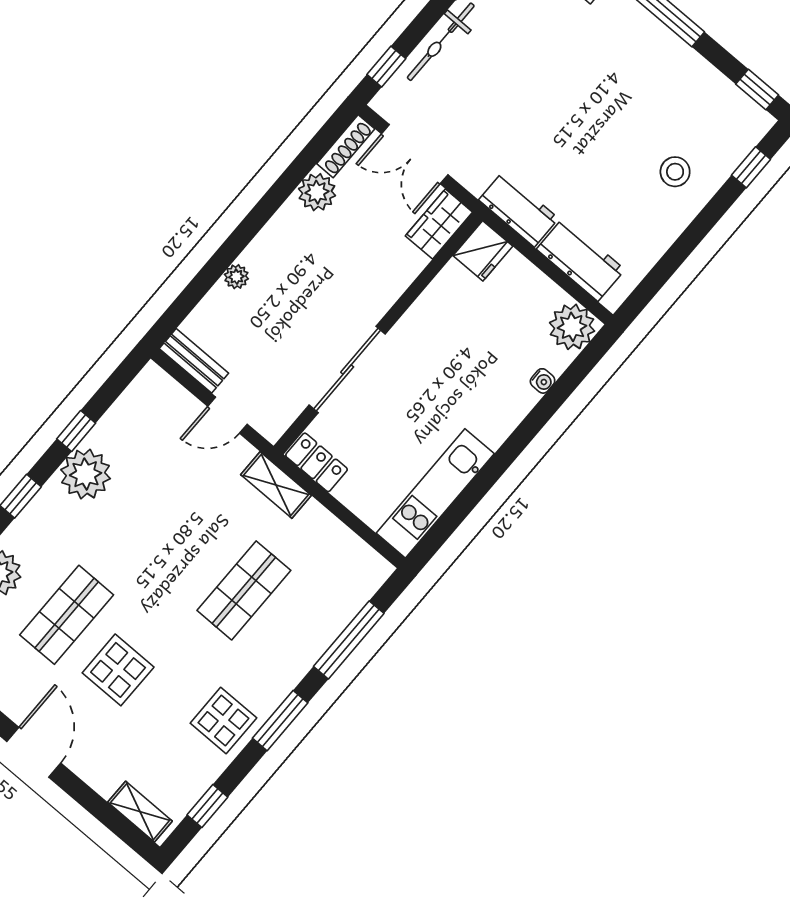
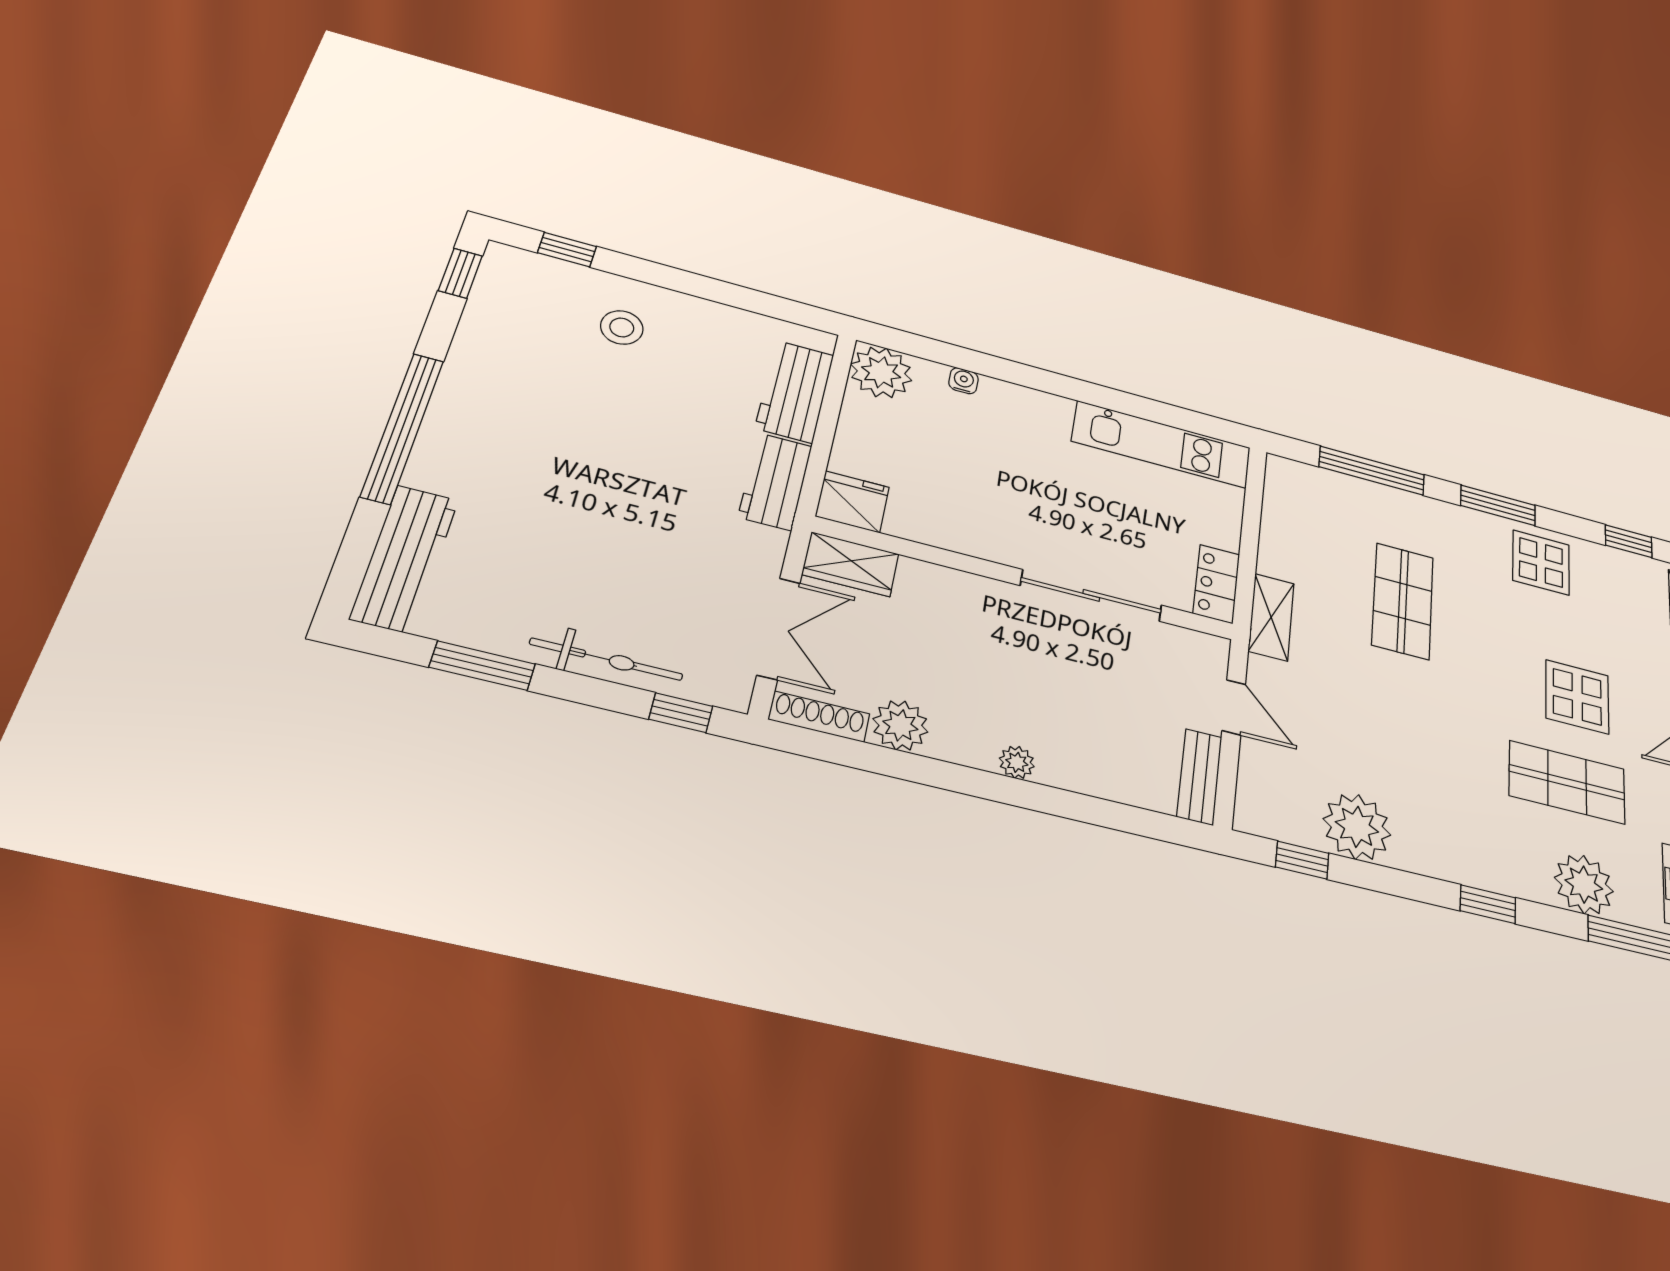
plant: (236, 277) -> (1017, 762), moved
window: (76, 431) -> (1302, 860), moved
plant: (86, 474) -> (1357, 827), moved
shop shelf: (244, 590) -> (1403, 601), turned 90

